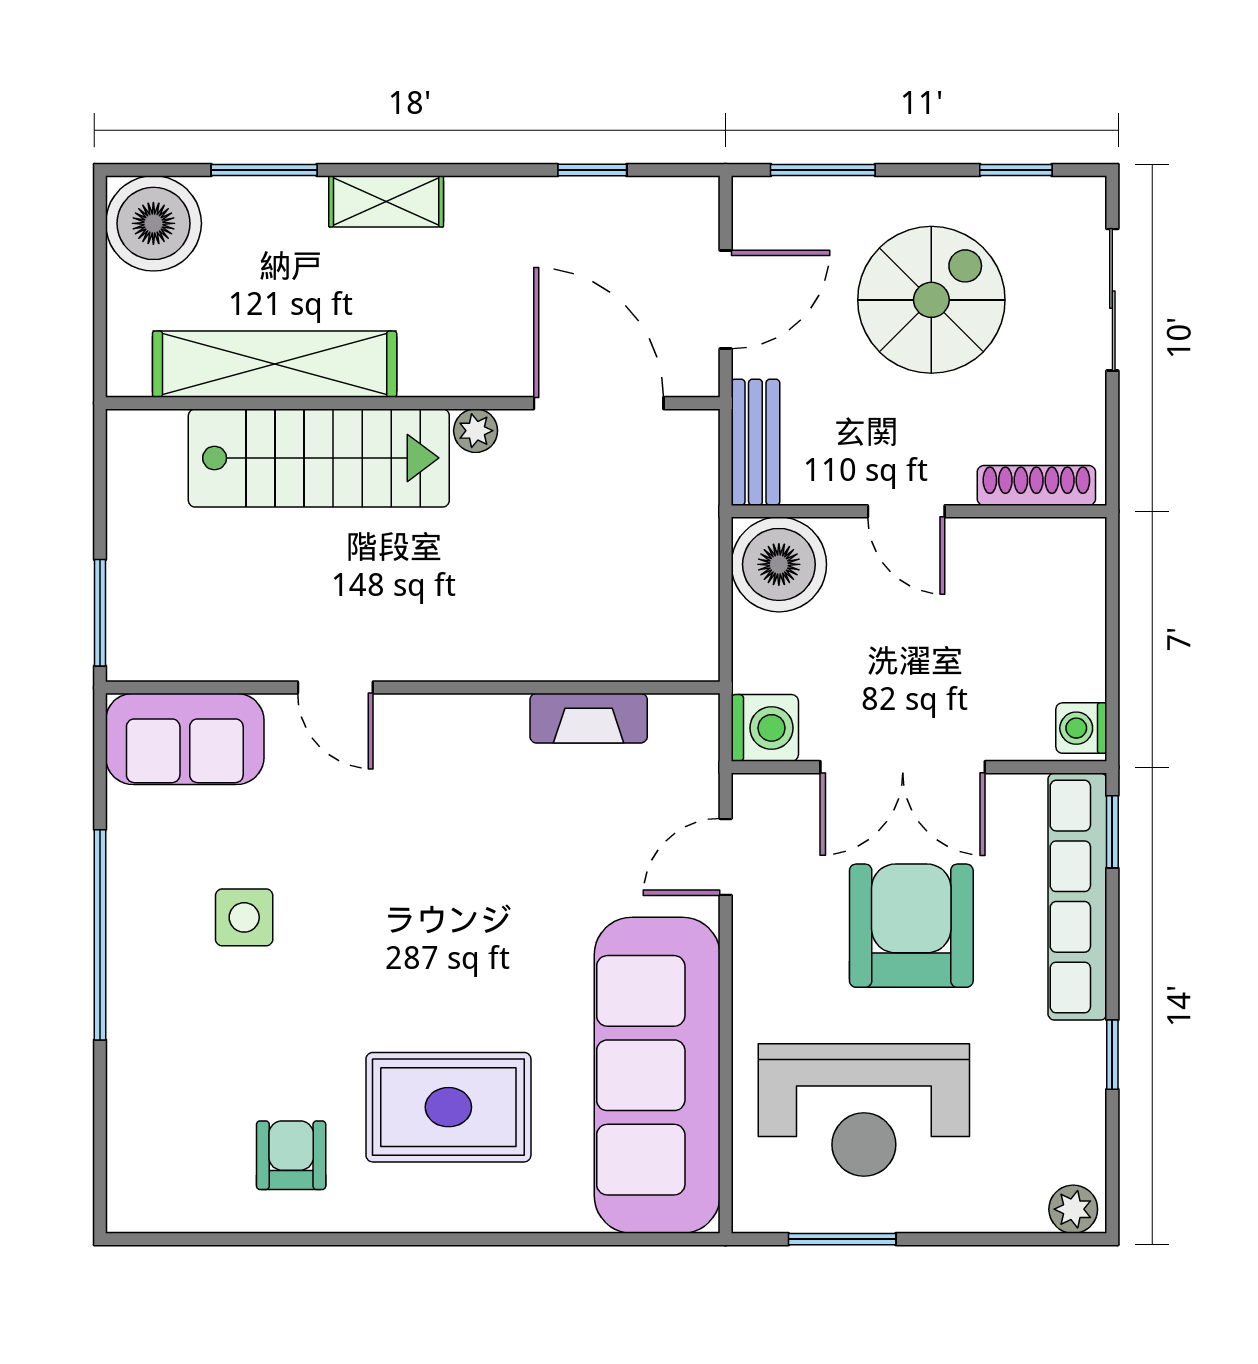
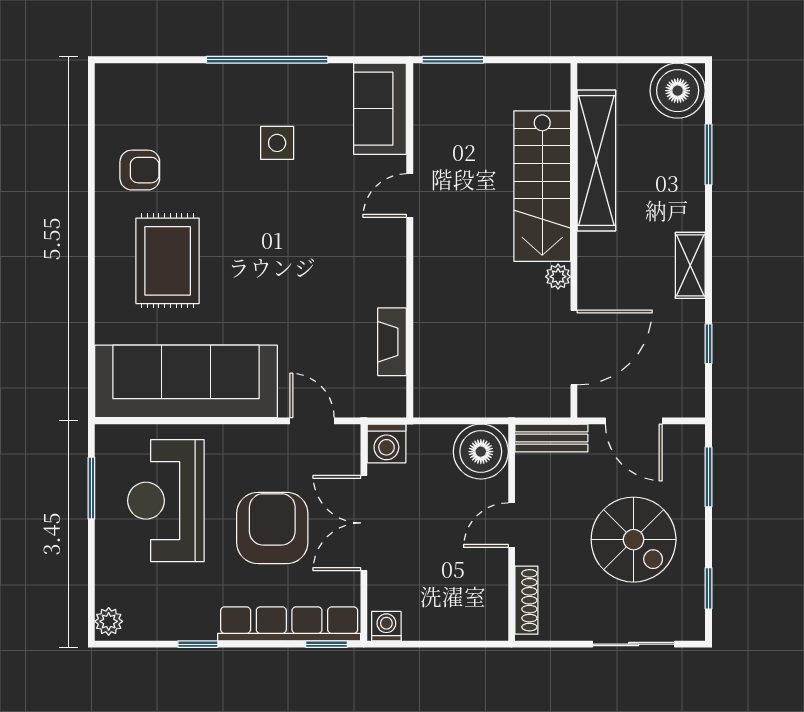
shelving: (386, 201) -> (690, 265), moved
armchair: (911, 926) -> (272, 528), turned -90

